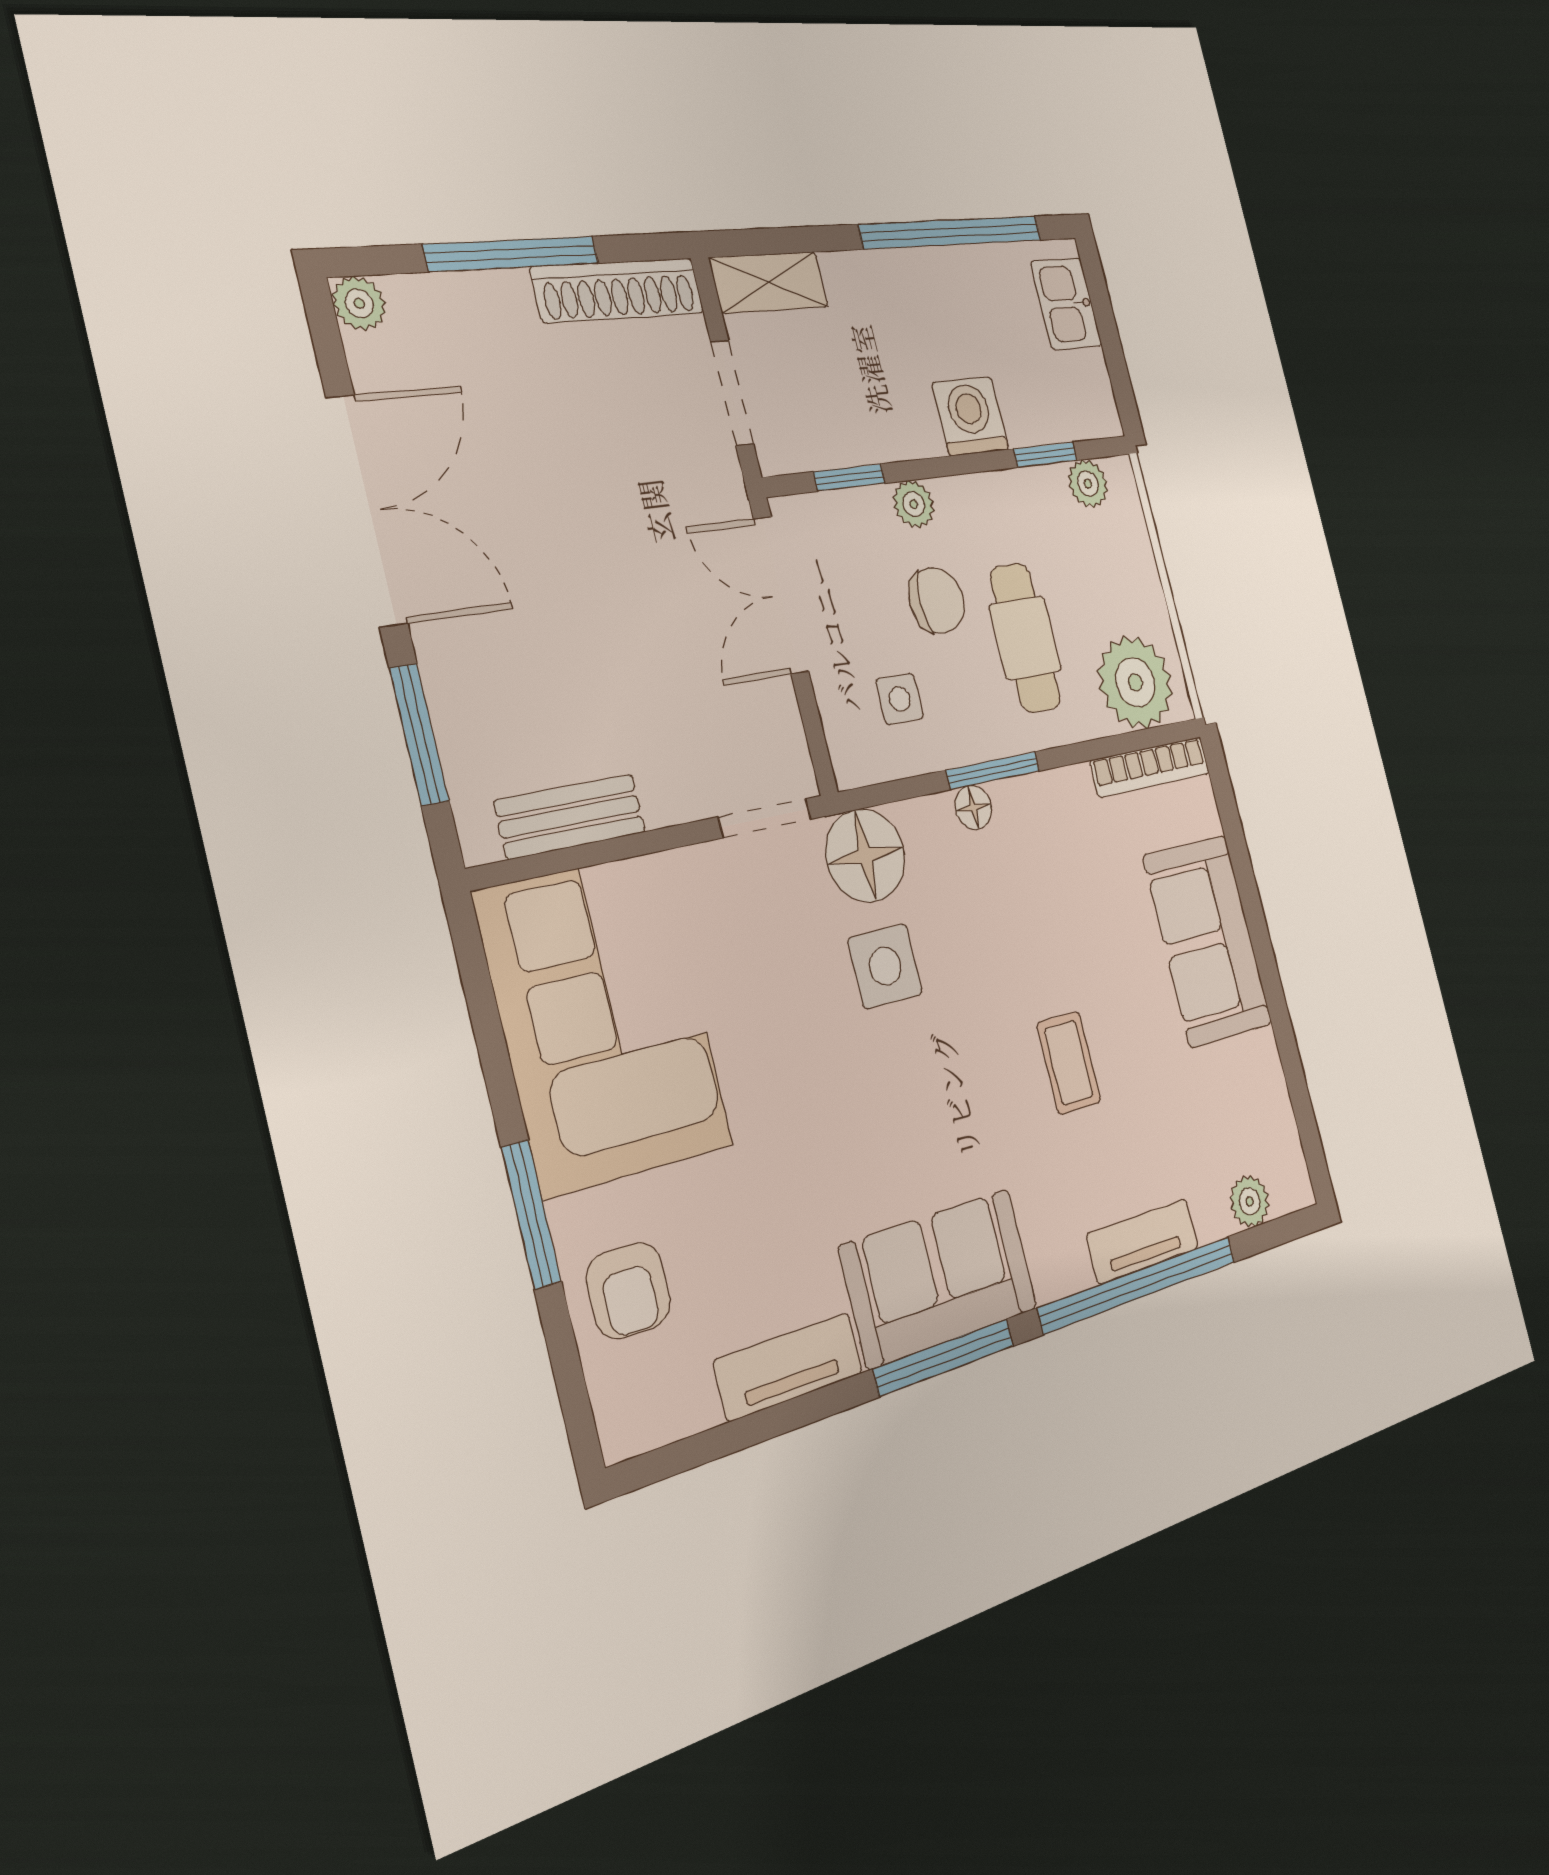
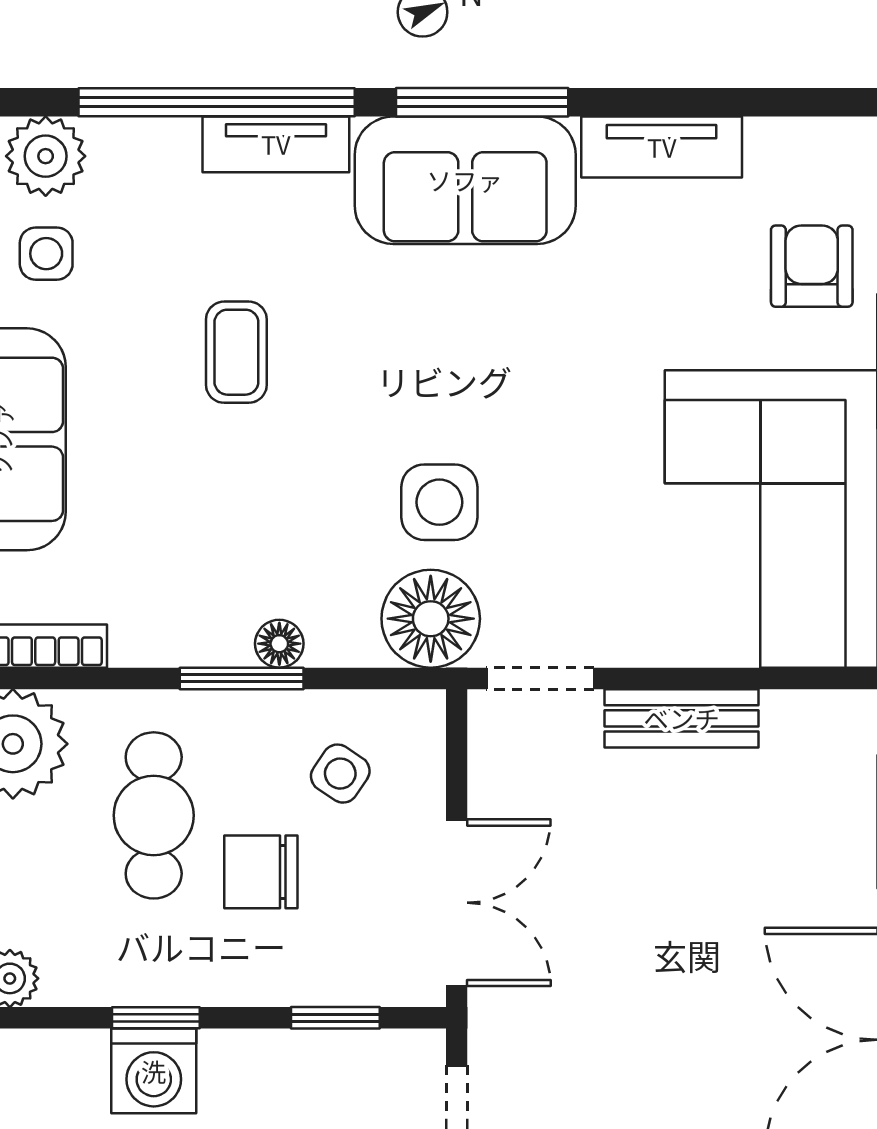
window: (1045, 455) -> (156, 1018), moved
plant: (914, 504) -> (260, 980), removed
side table: (900, 699) -> (340, 774), turned 34
bench: (570, 816) -> (682, 718), moved
side table: (1219, 1110) -> (46, 254), added
plant: (1250, 1201) -> (46, 156), width x1.38, depth x1.38
tv unit: (1143, 1241) -> (276, 144), moved

